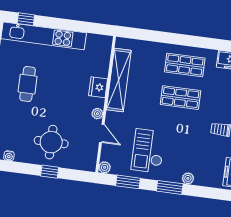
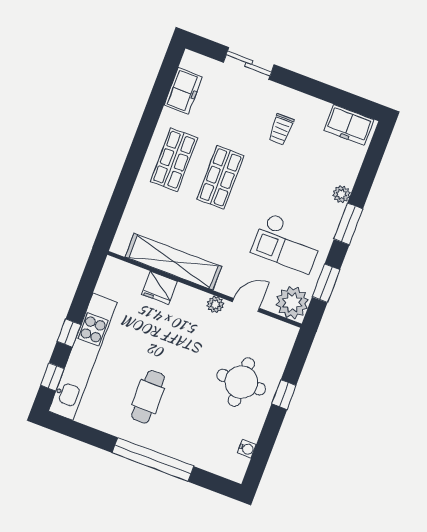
window: (57, 23) -> (69, 333), added
cafe table: (28, 84) -> (148, 397), turned 90
fridge: (98, 87) -> (159, 288), moved
plant: (105, 167) -> (292, 303), width x1.87, depth x1.87

